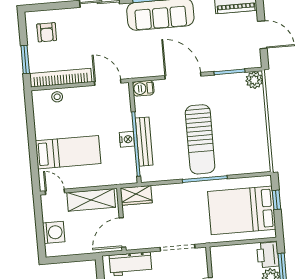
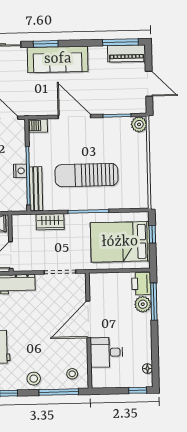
sun lounger: (200, 139) -> (86, 175), turned 90
bench: (144, 142) -> (36, 189), moved
wardrobe: (136, 195) -> (50, 222), moved

